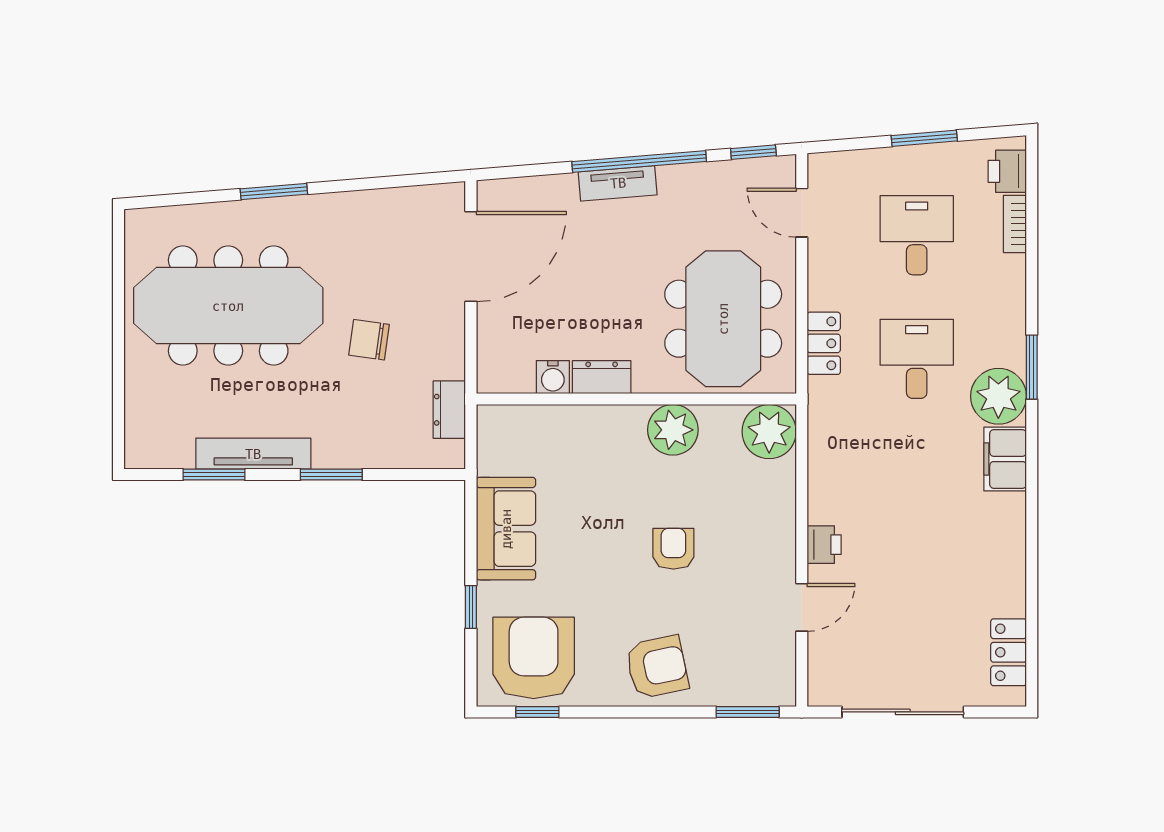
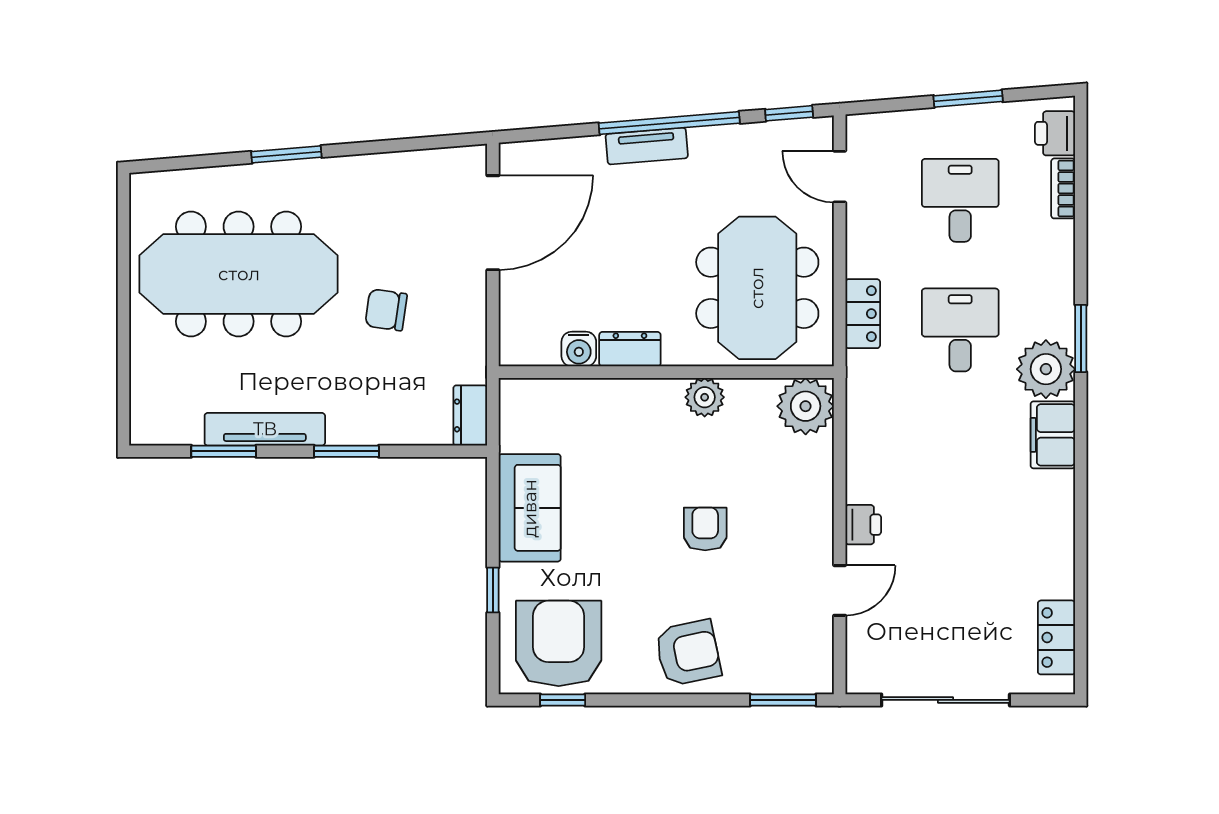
dresser: (449, 410) -> (470, 415), moved
plant: (673, 430) -> (705, 397), width x0.73, depth x0.73

